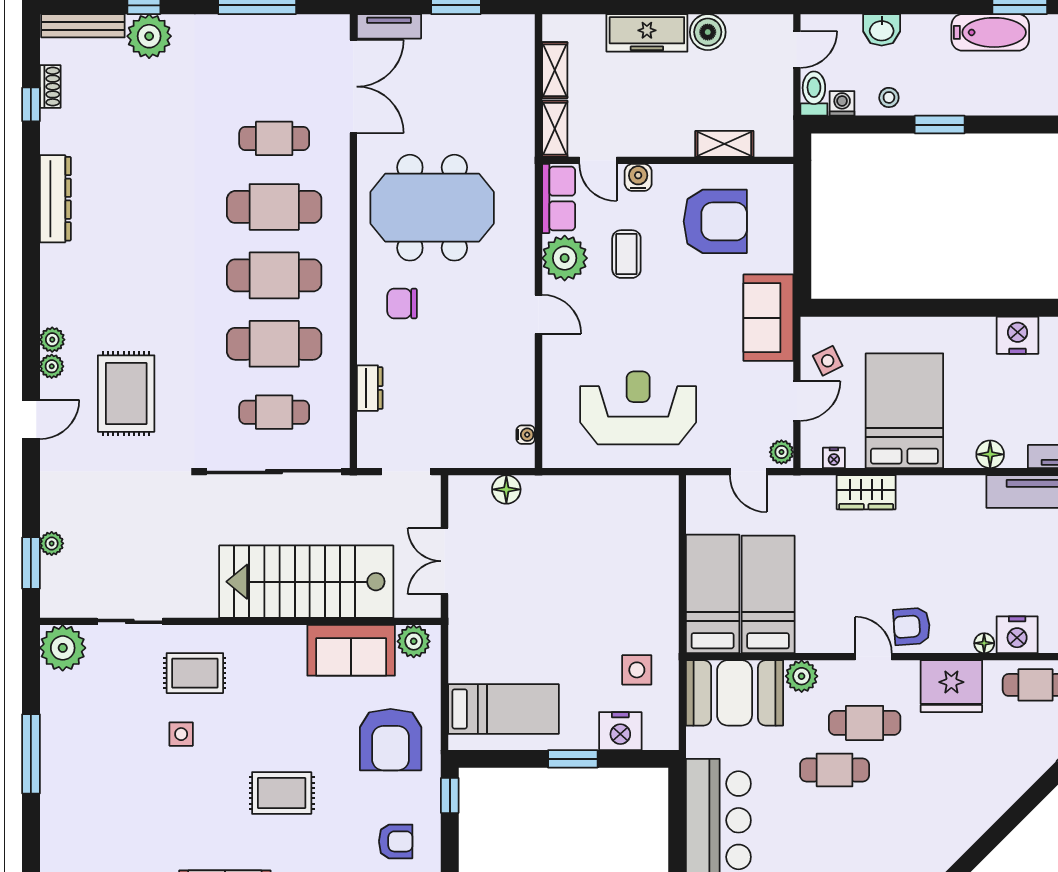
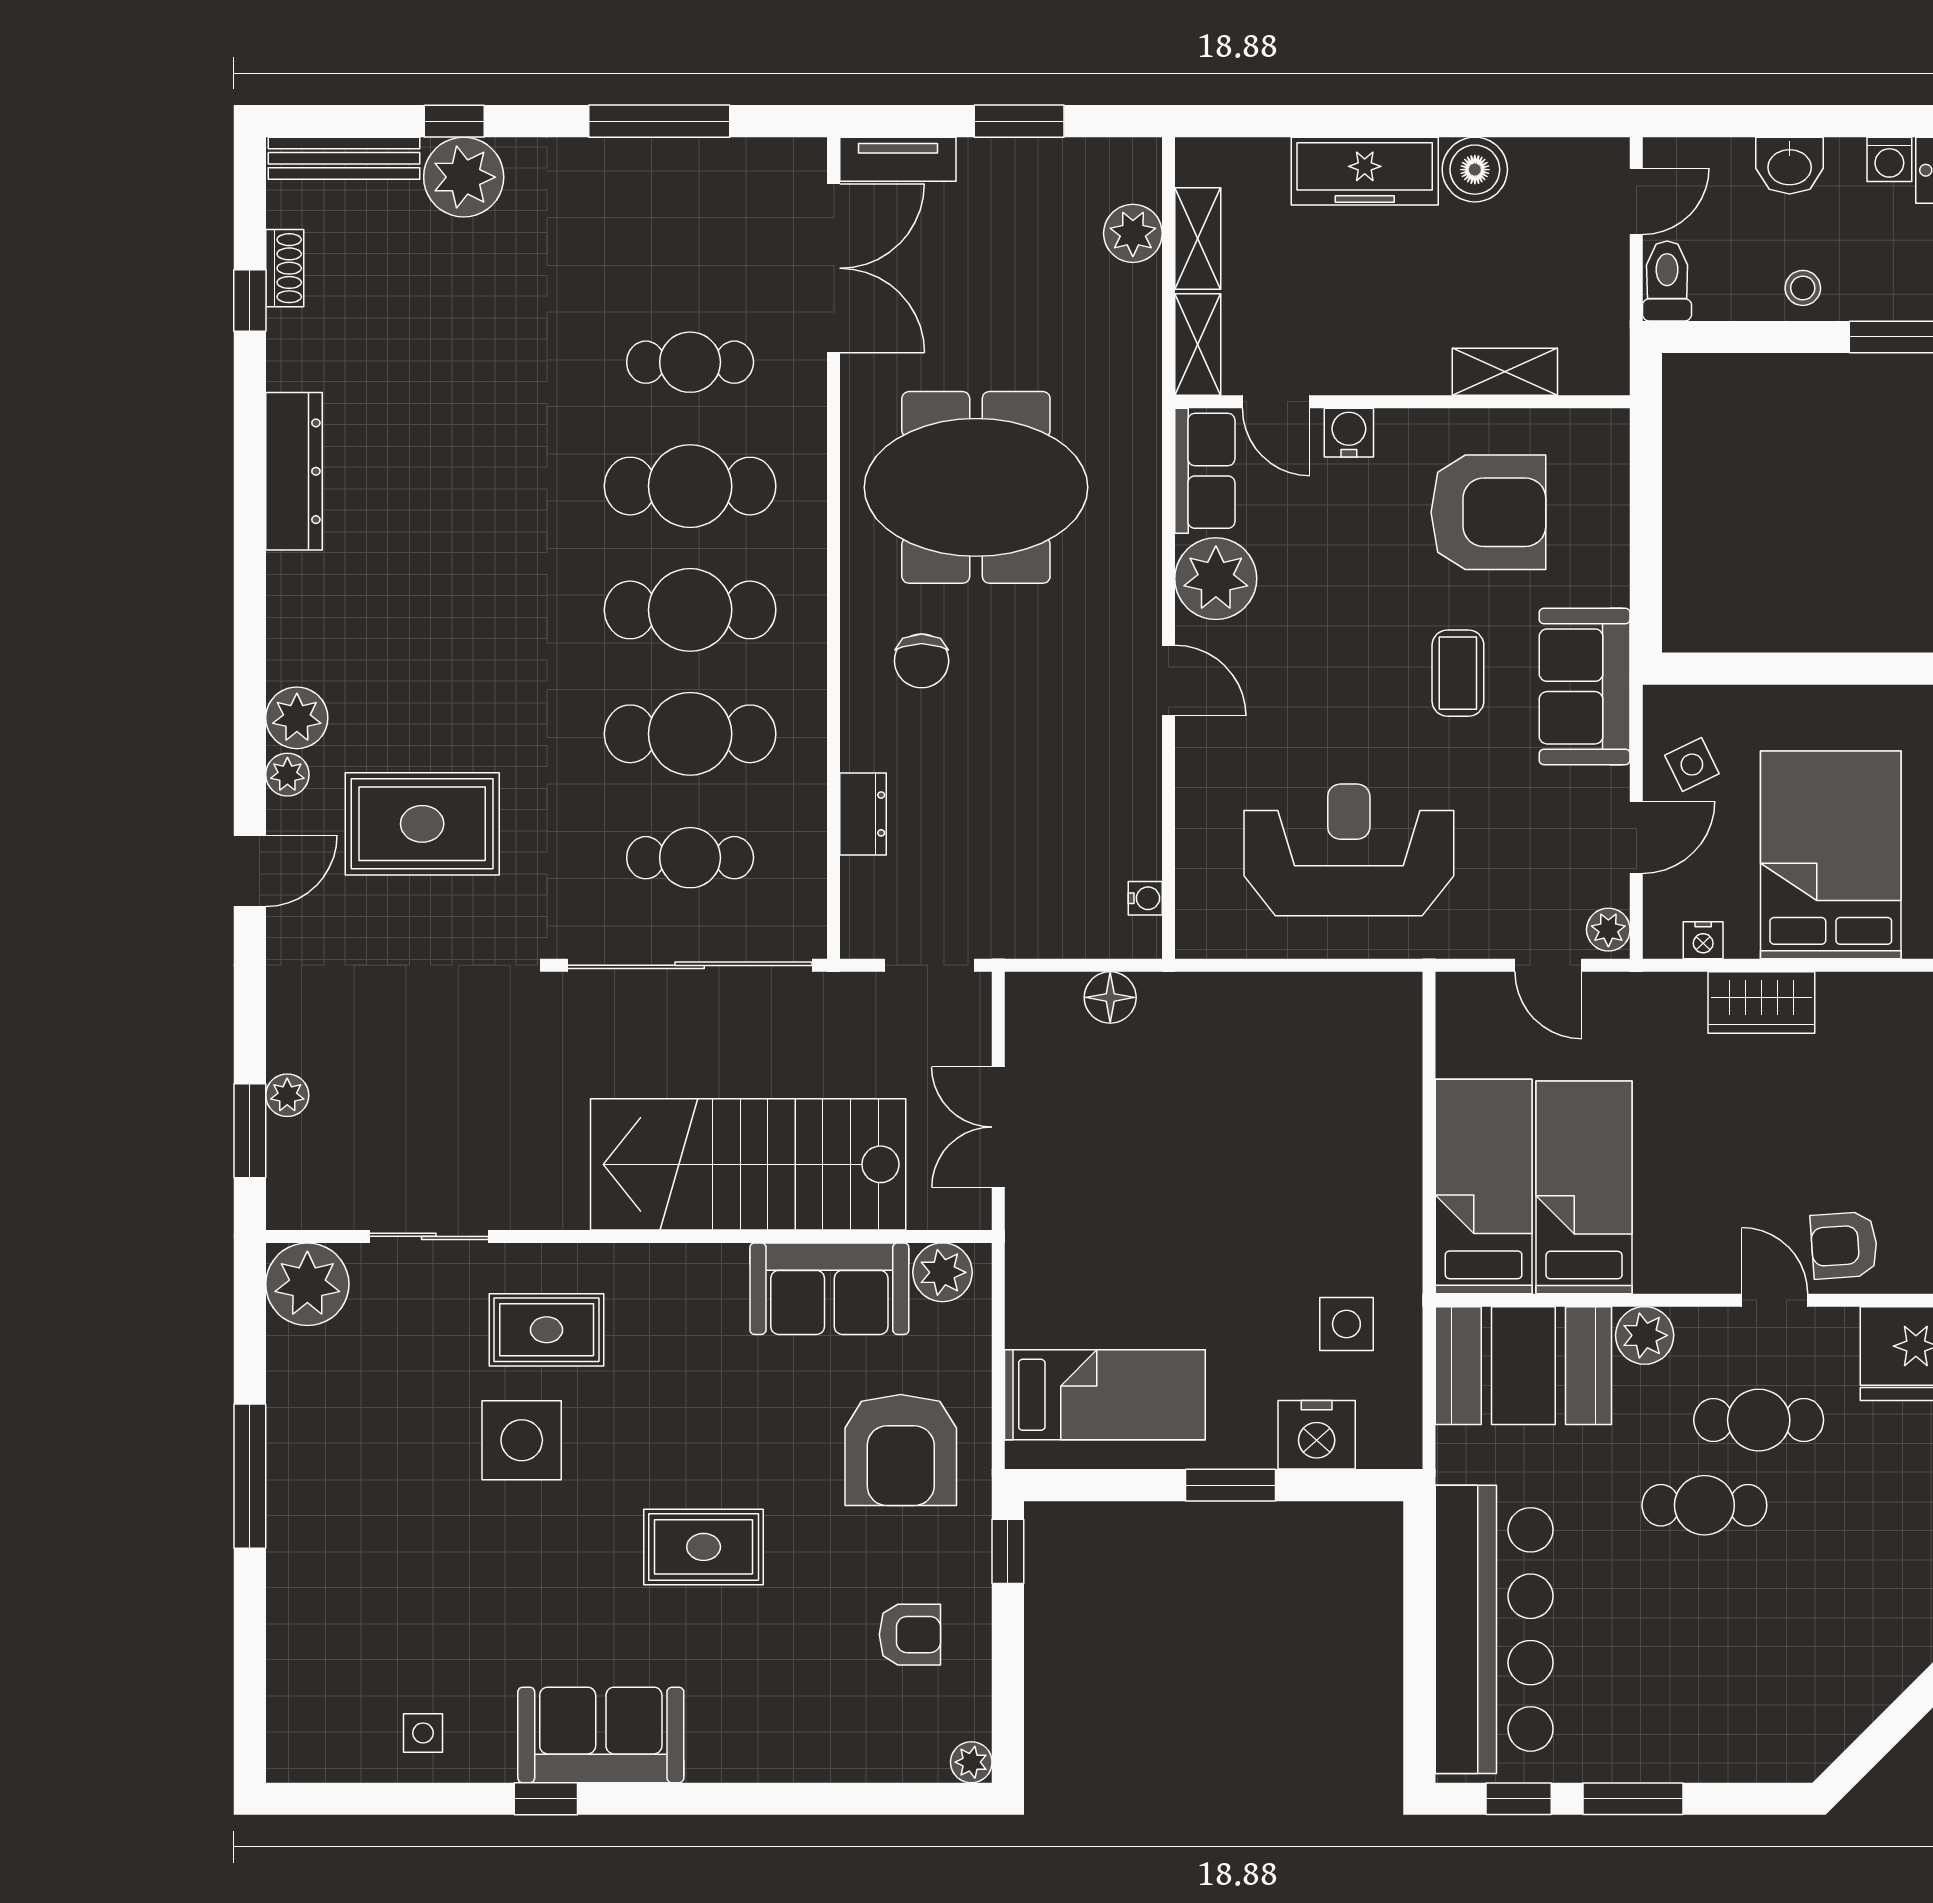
plant: (519, 67) -> (1133, 233), added
washing machine: (842, 103) -> (1889, 159), moved, turned 180
coffee table: (626, 254) -> (1458, 673), moved
chair: (402, 303) -> (922, 661), turned -90
plant: (52, 340) -> (297, 718), width x1.38, depth x1.38
rug: (126, 394) -> (422, 824), turned 90
side table: (181, 734) -> (522, 1440), width x1.87, depth x1.87

